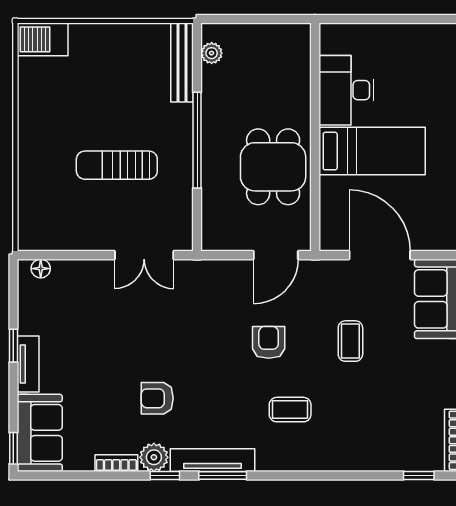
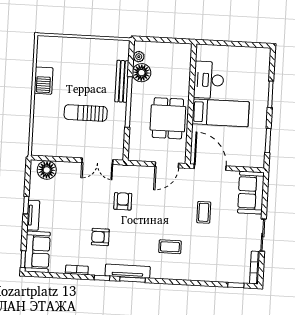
barbecue: (43, 39) -> (44, 81), moved, turned -90
bench: (182, 63) -> (122, 81), moved
floor lamp: (218, 83) -> (142, 73), added
door: (380, 255) -> (210, 167), moved
floor lamp: (41, 269) -> (47, 170), width x1.89, depth x1.89
armchair: (269, 342) -> (123, 201), moved
plant: (154, 457) -> (97, 268), removed

